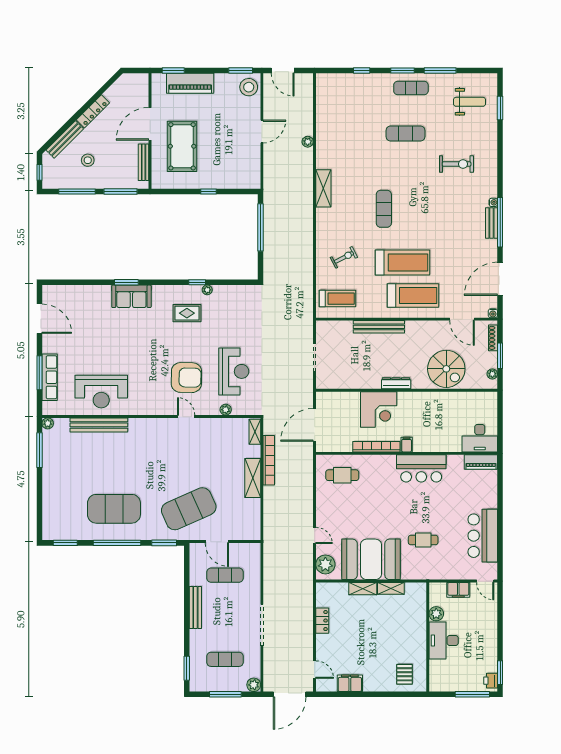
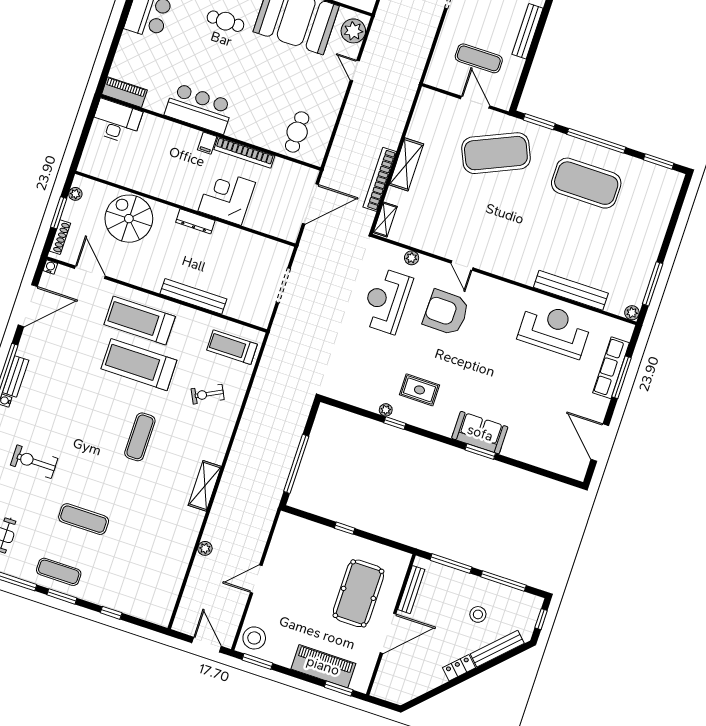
locker: (93, 111) -> (459, 668), width x0.66
cafe table: (342, 475) -> (297, 132), turned 90

